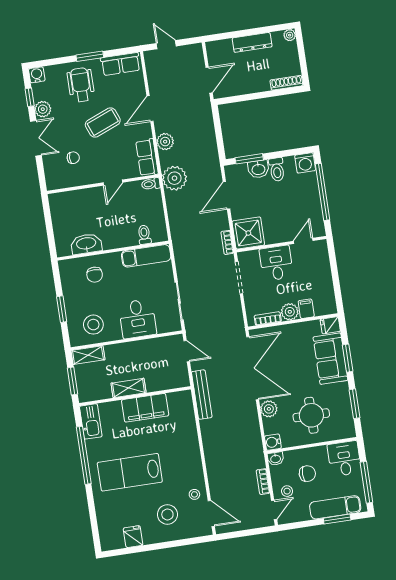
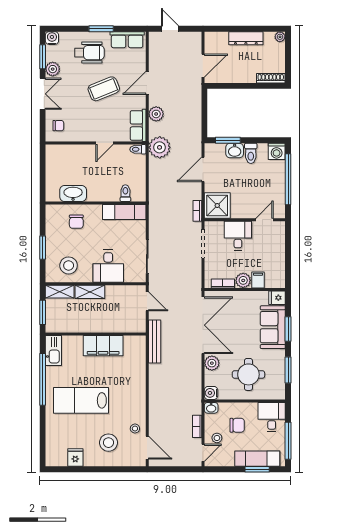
wheelchair: (81, 85) -> (89, 53), turned 90
window: (30, 97) -> (43, 57), width x1.50
chair: (73, 158) -> (58, 126), moved
shelving: (129, 388) -> (90, 292), moved

